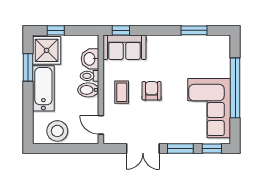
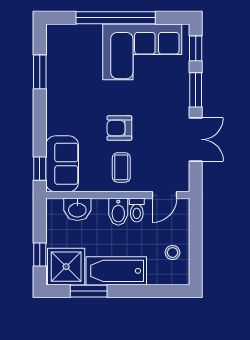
toilet: (89, 76) -> (137, 210), moved
coffee table: (122, 92) -> (121, 167), turned 90
stool: (57, 131) -> (173, 252), width x0.53, depth x0.53

